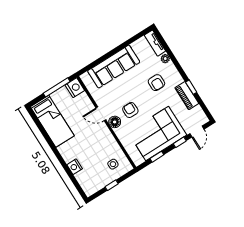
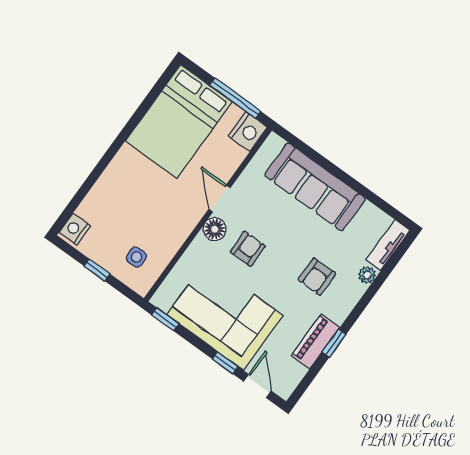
bed: (52, 121) -> (179, 121), width x1.50
door: (197, 132) -> (257, 386), swing flipped
window: (157, 157) -> (165, 319), moved
nightstand: (75, 167) -> (75, 229), moved

